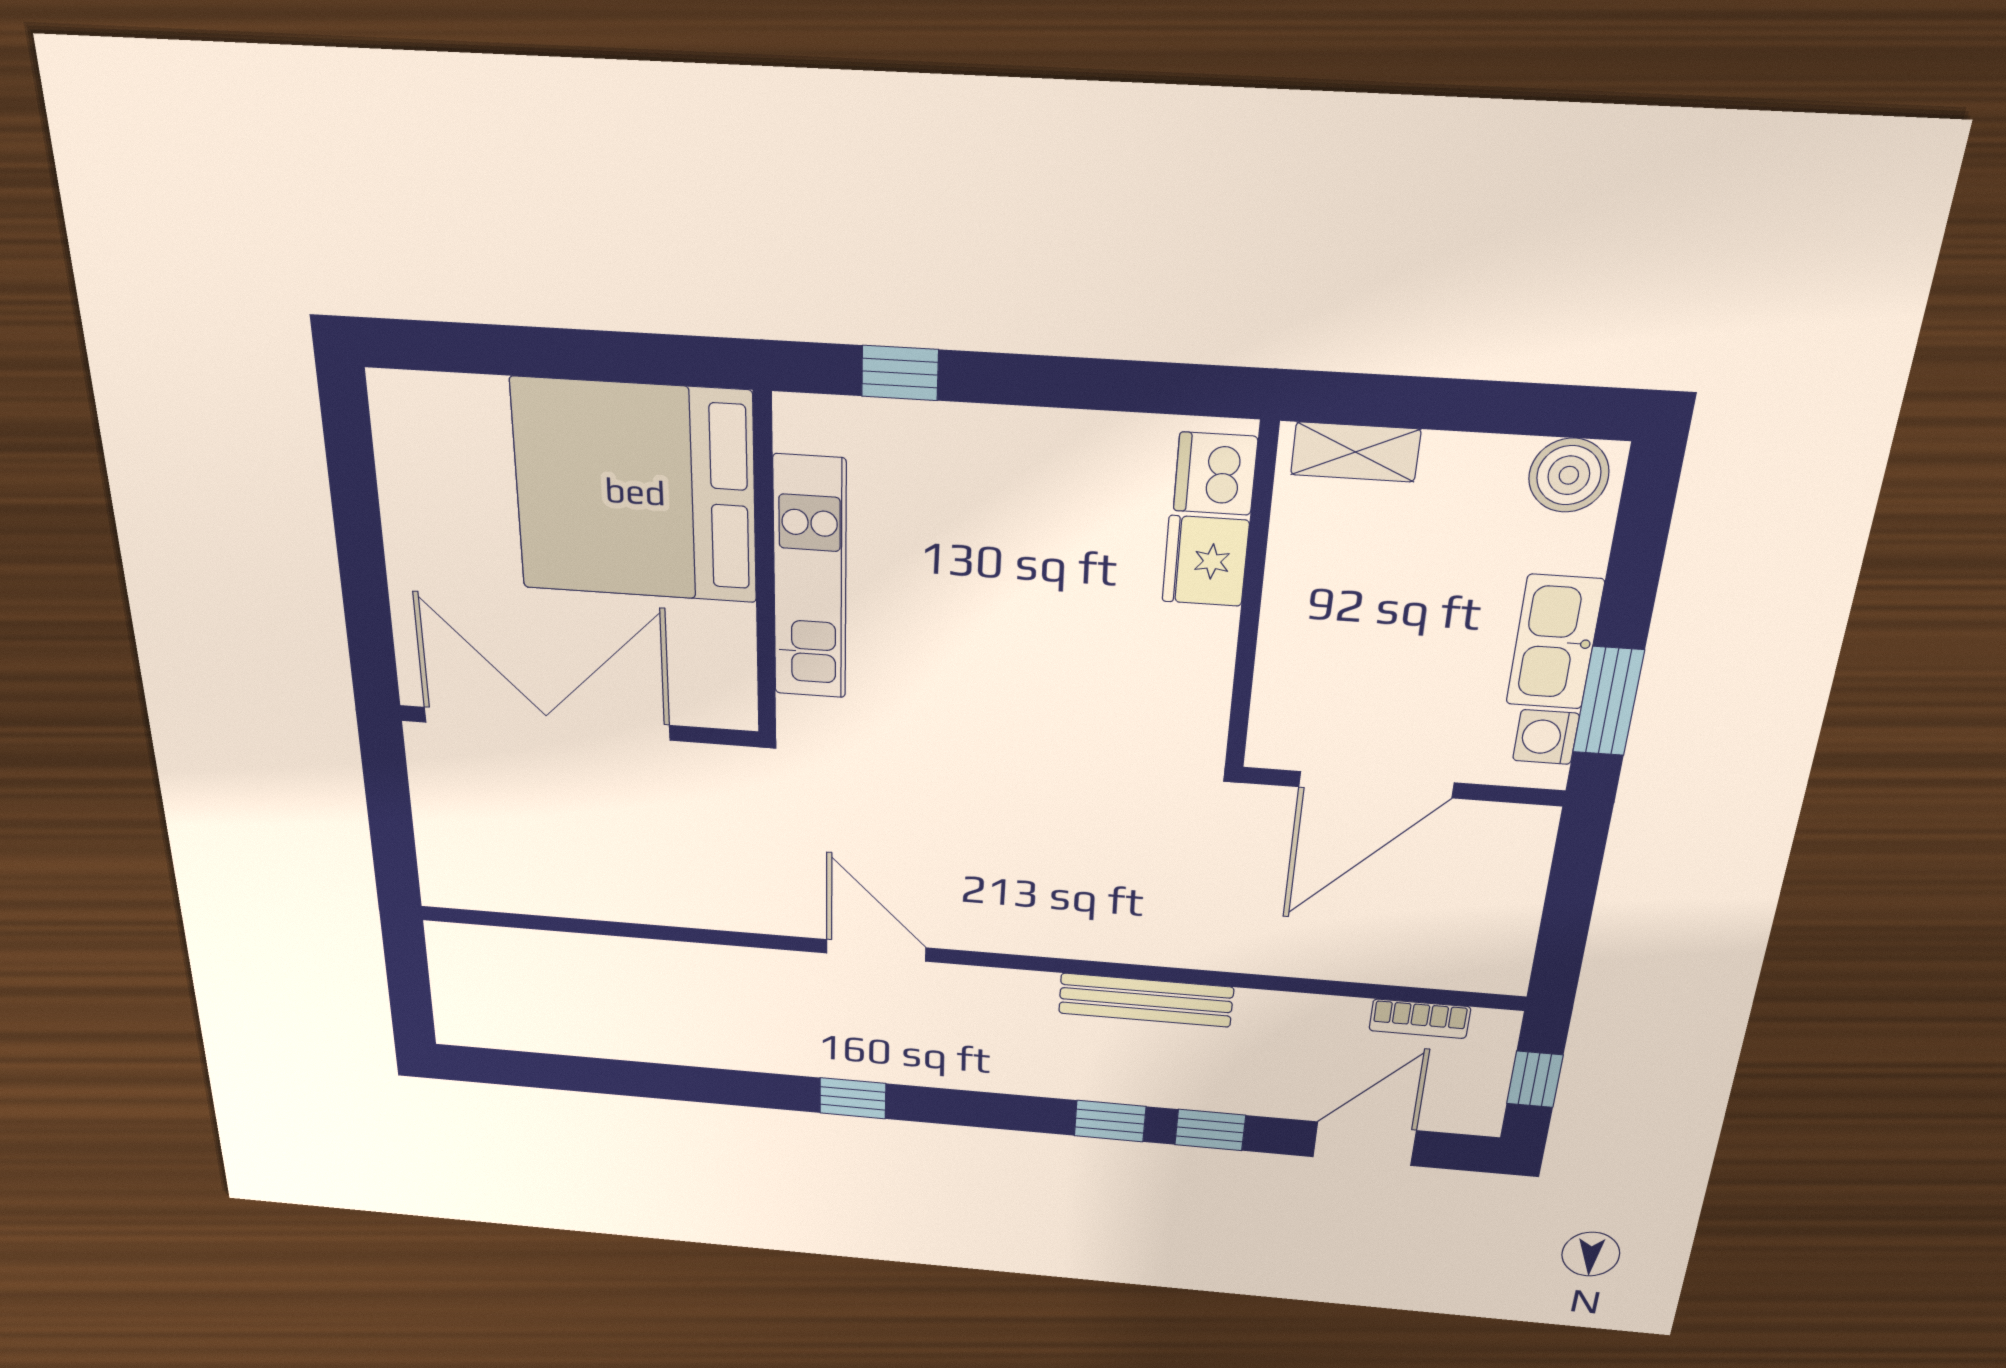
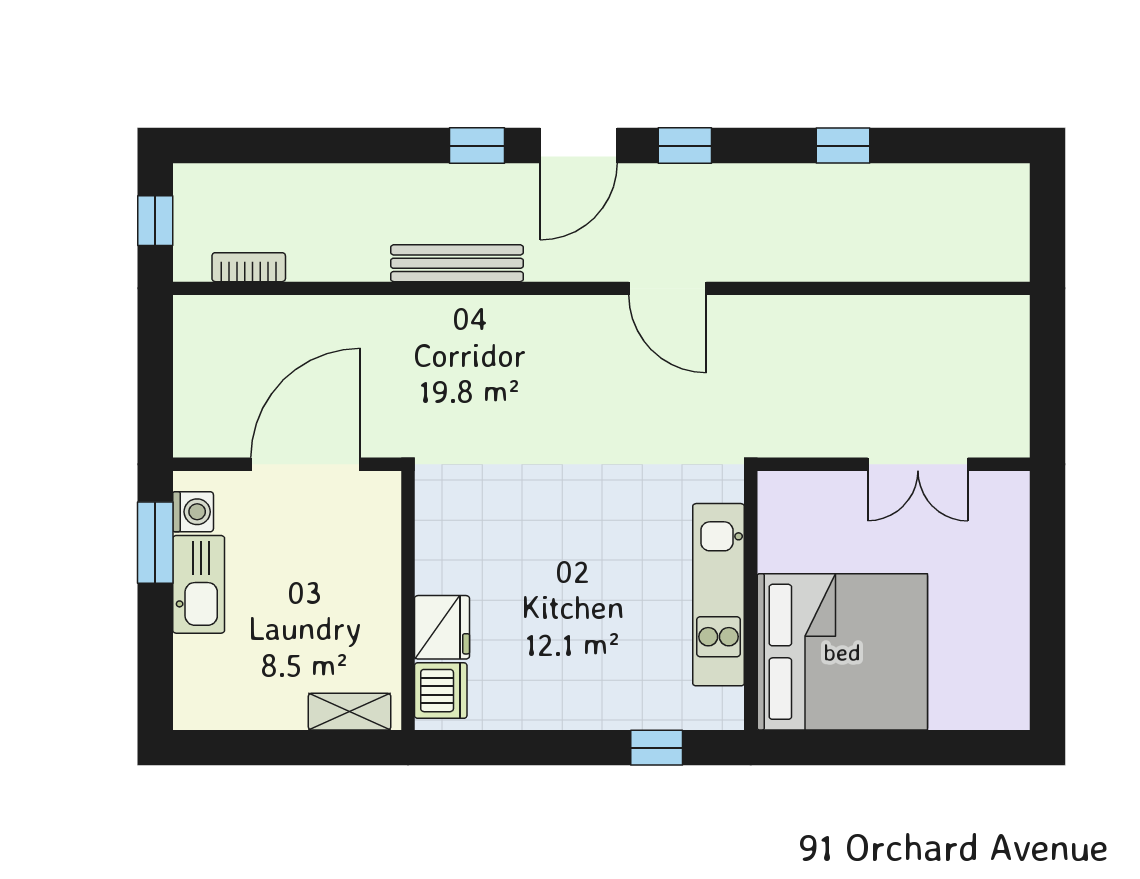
boiler: (1569, 475) -> (209, 704), removed
double door: (547, 724) -> (918, 464), width x0.54
window: (1210, 1130) -> (843, 146), moved
door: (1364, 1144) -> (579, 146), moved

